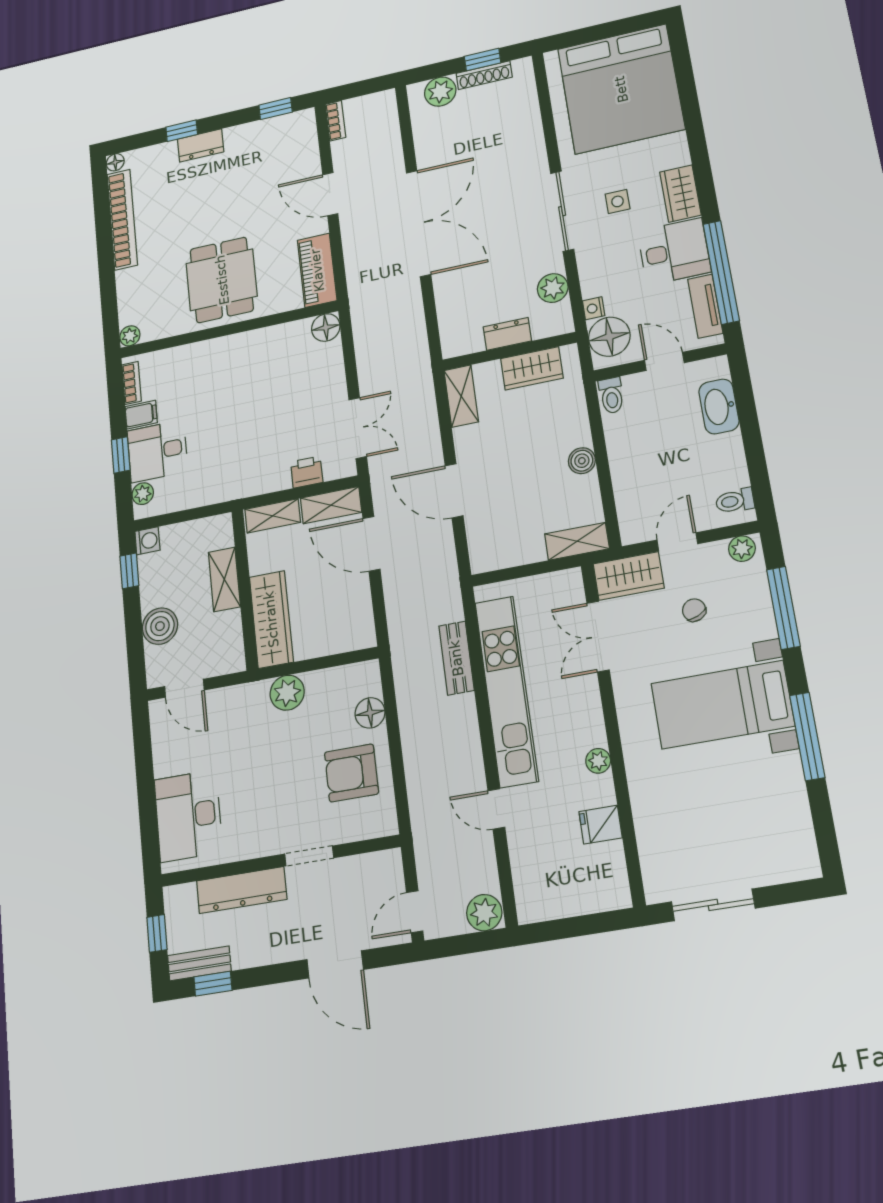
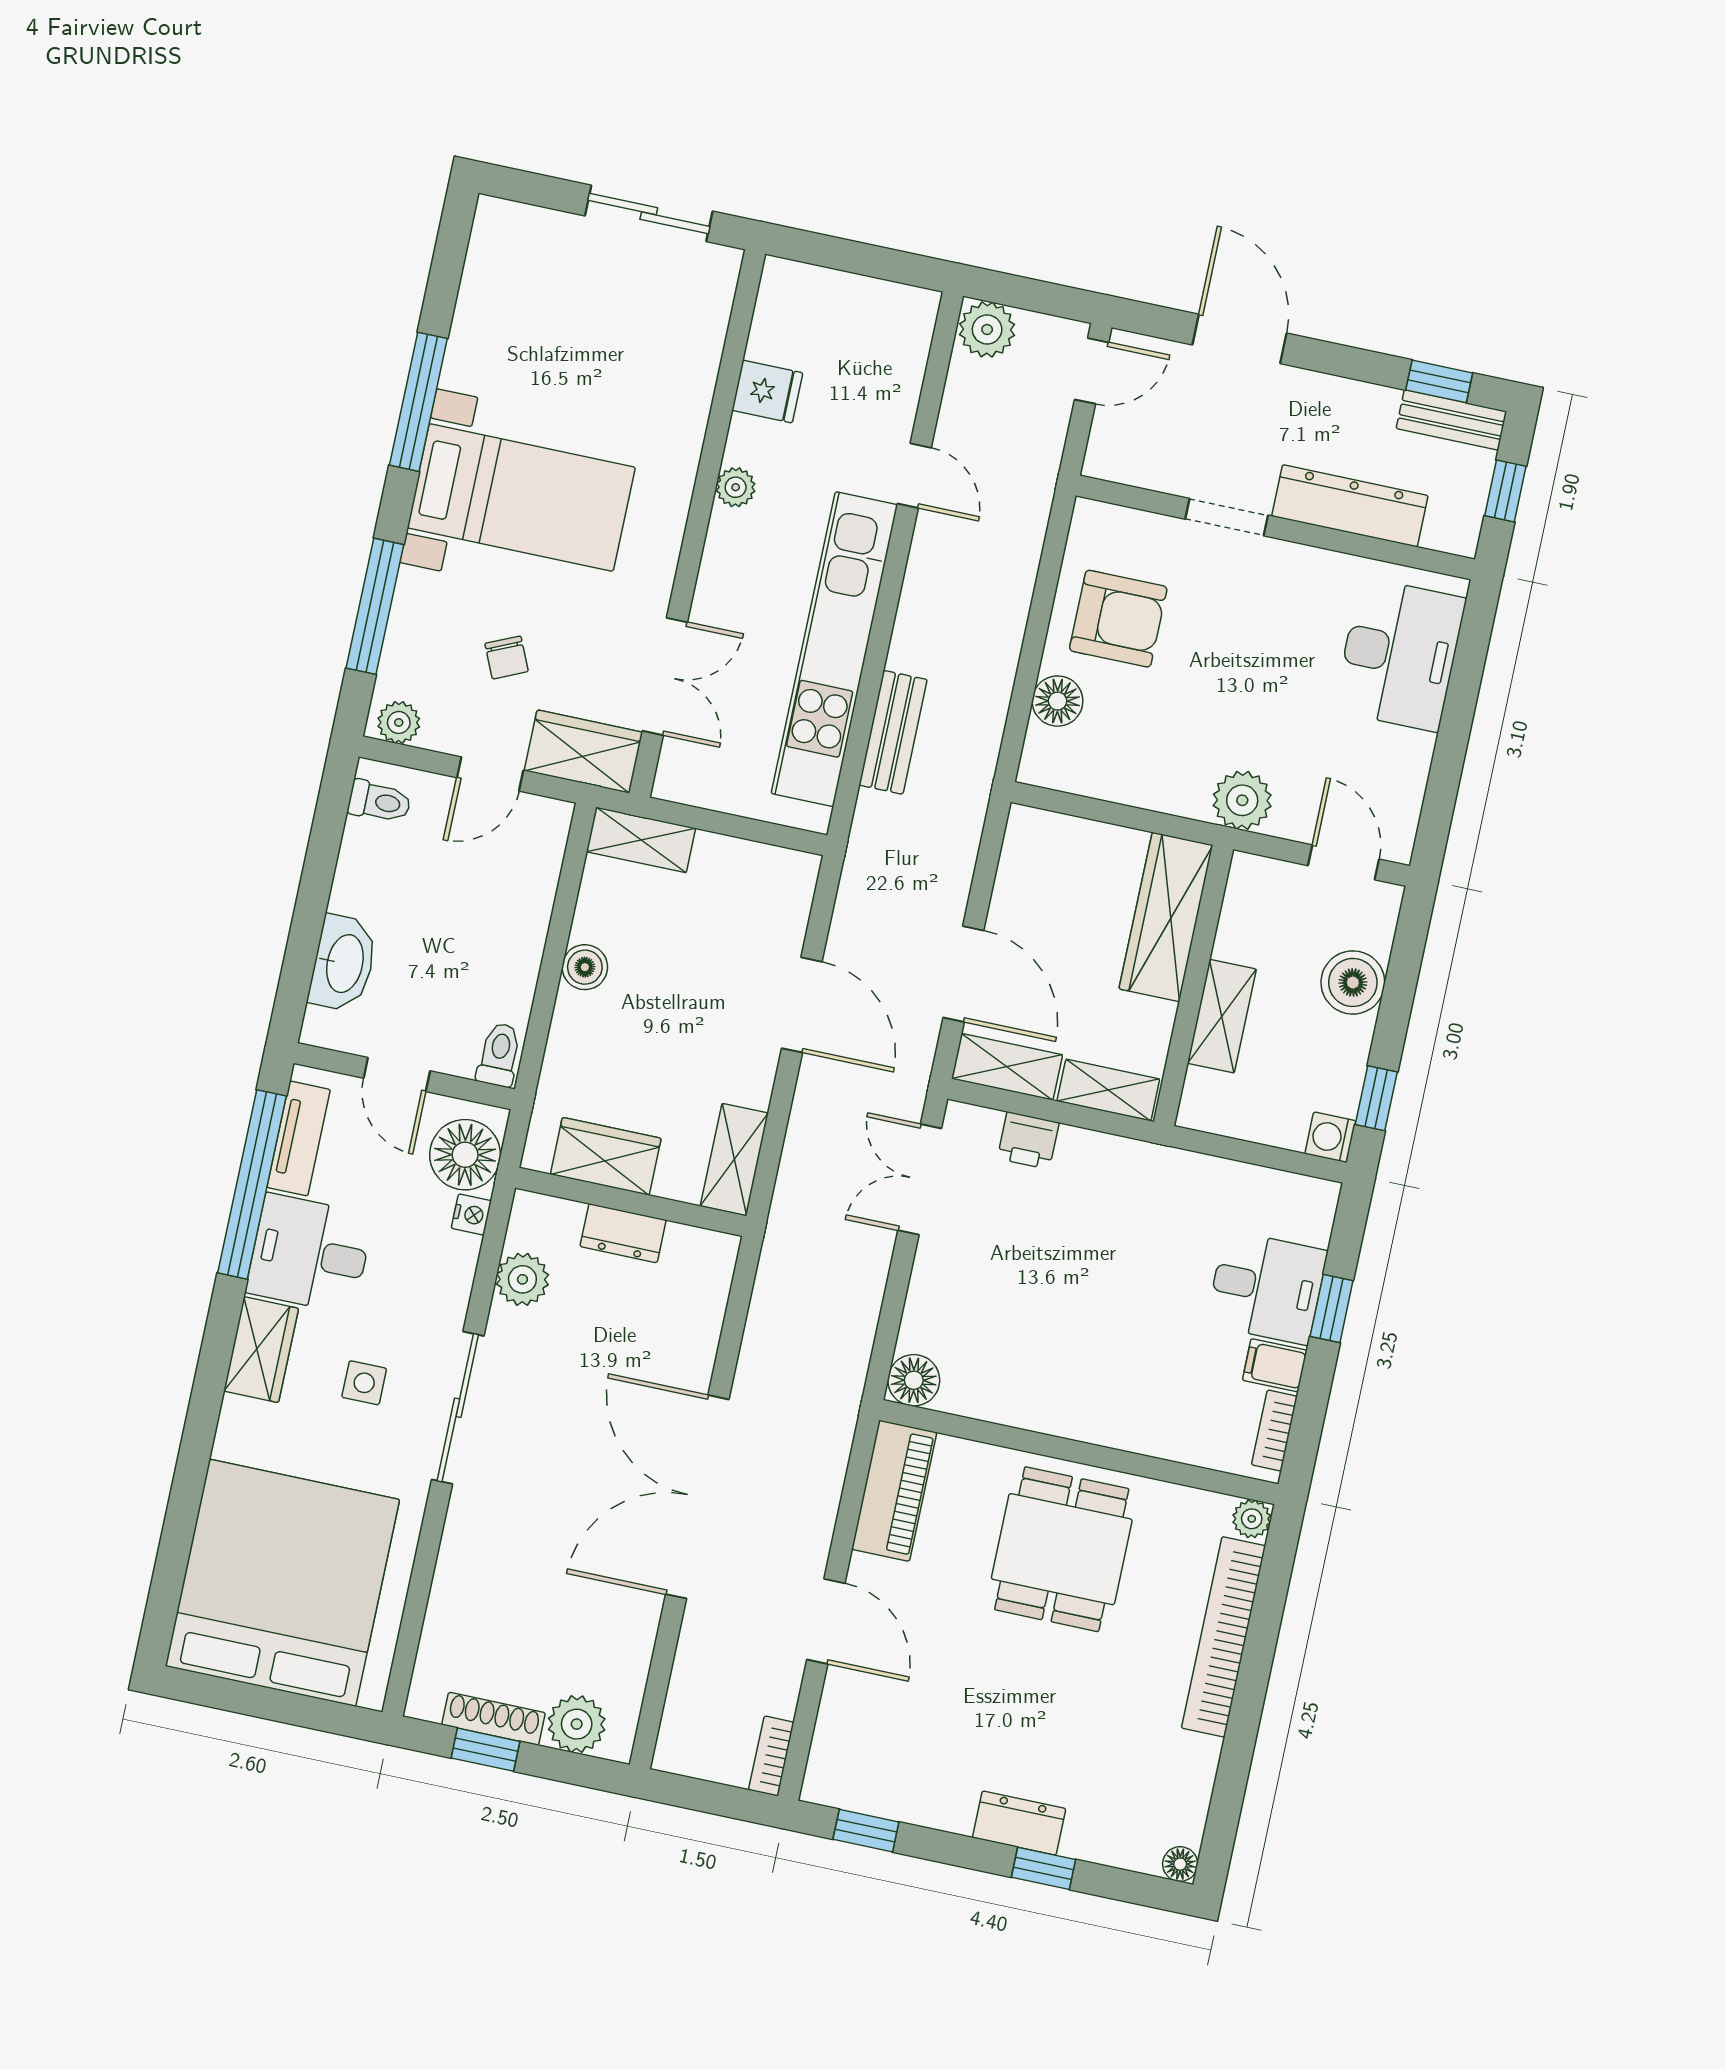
bookcase: (122, 219) -> (1223, 1637), moved
plant: (143, 494) -> (1314, 1223), removed
plant: (287, 693) -> (1242, 800), moved

